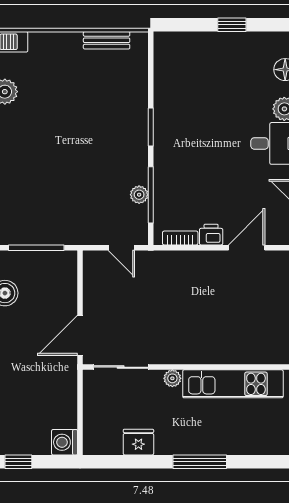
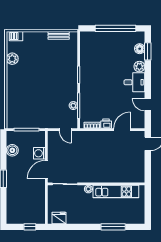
window: (232, 25) -> (115, 28), width x3.17
washing machine: (65, 442) -> (39, 153), moved
fridge: (138, 442) -> (59, 218), moved
window: (18, 462) -> (30, 227), moved
window: (200, 462) -> (113, 227), moved

